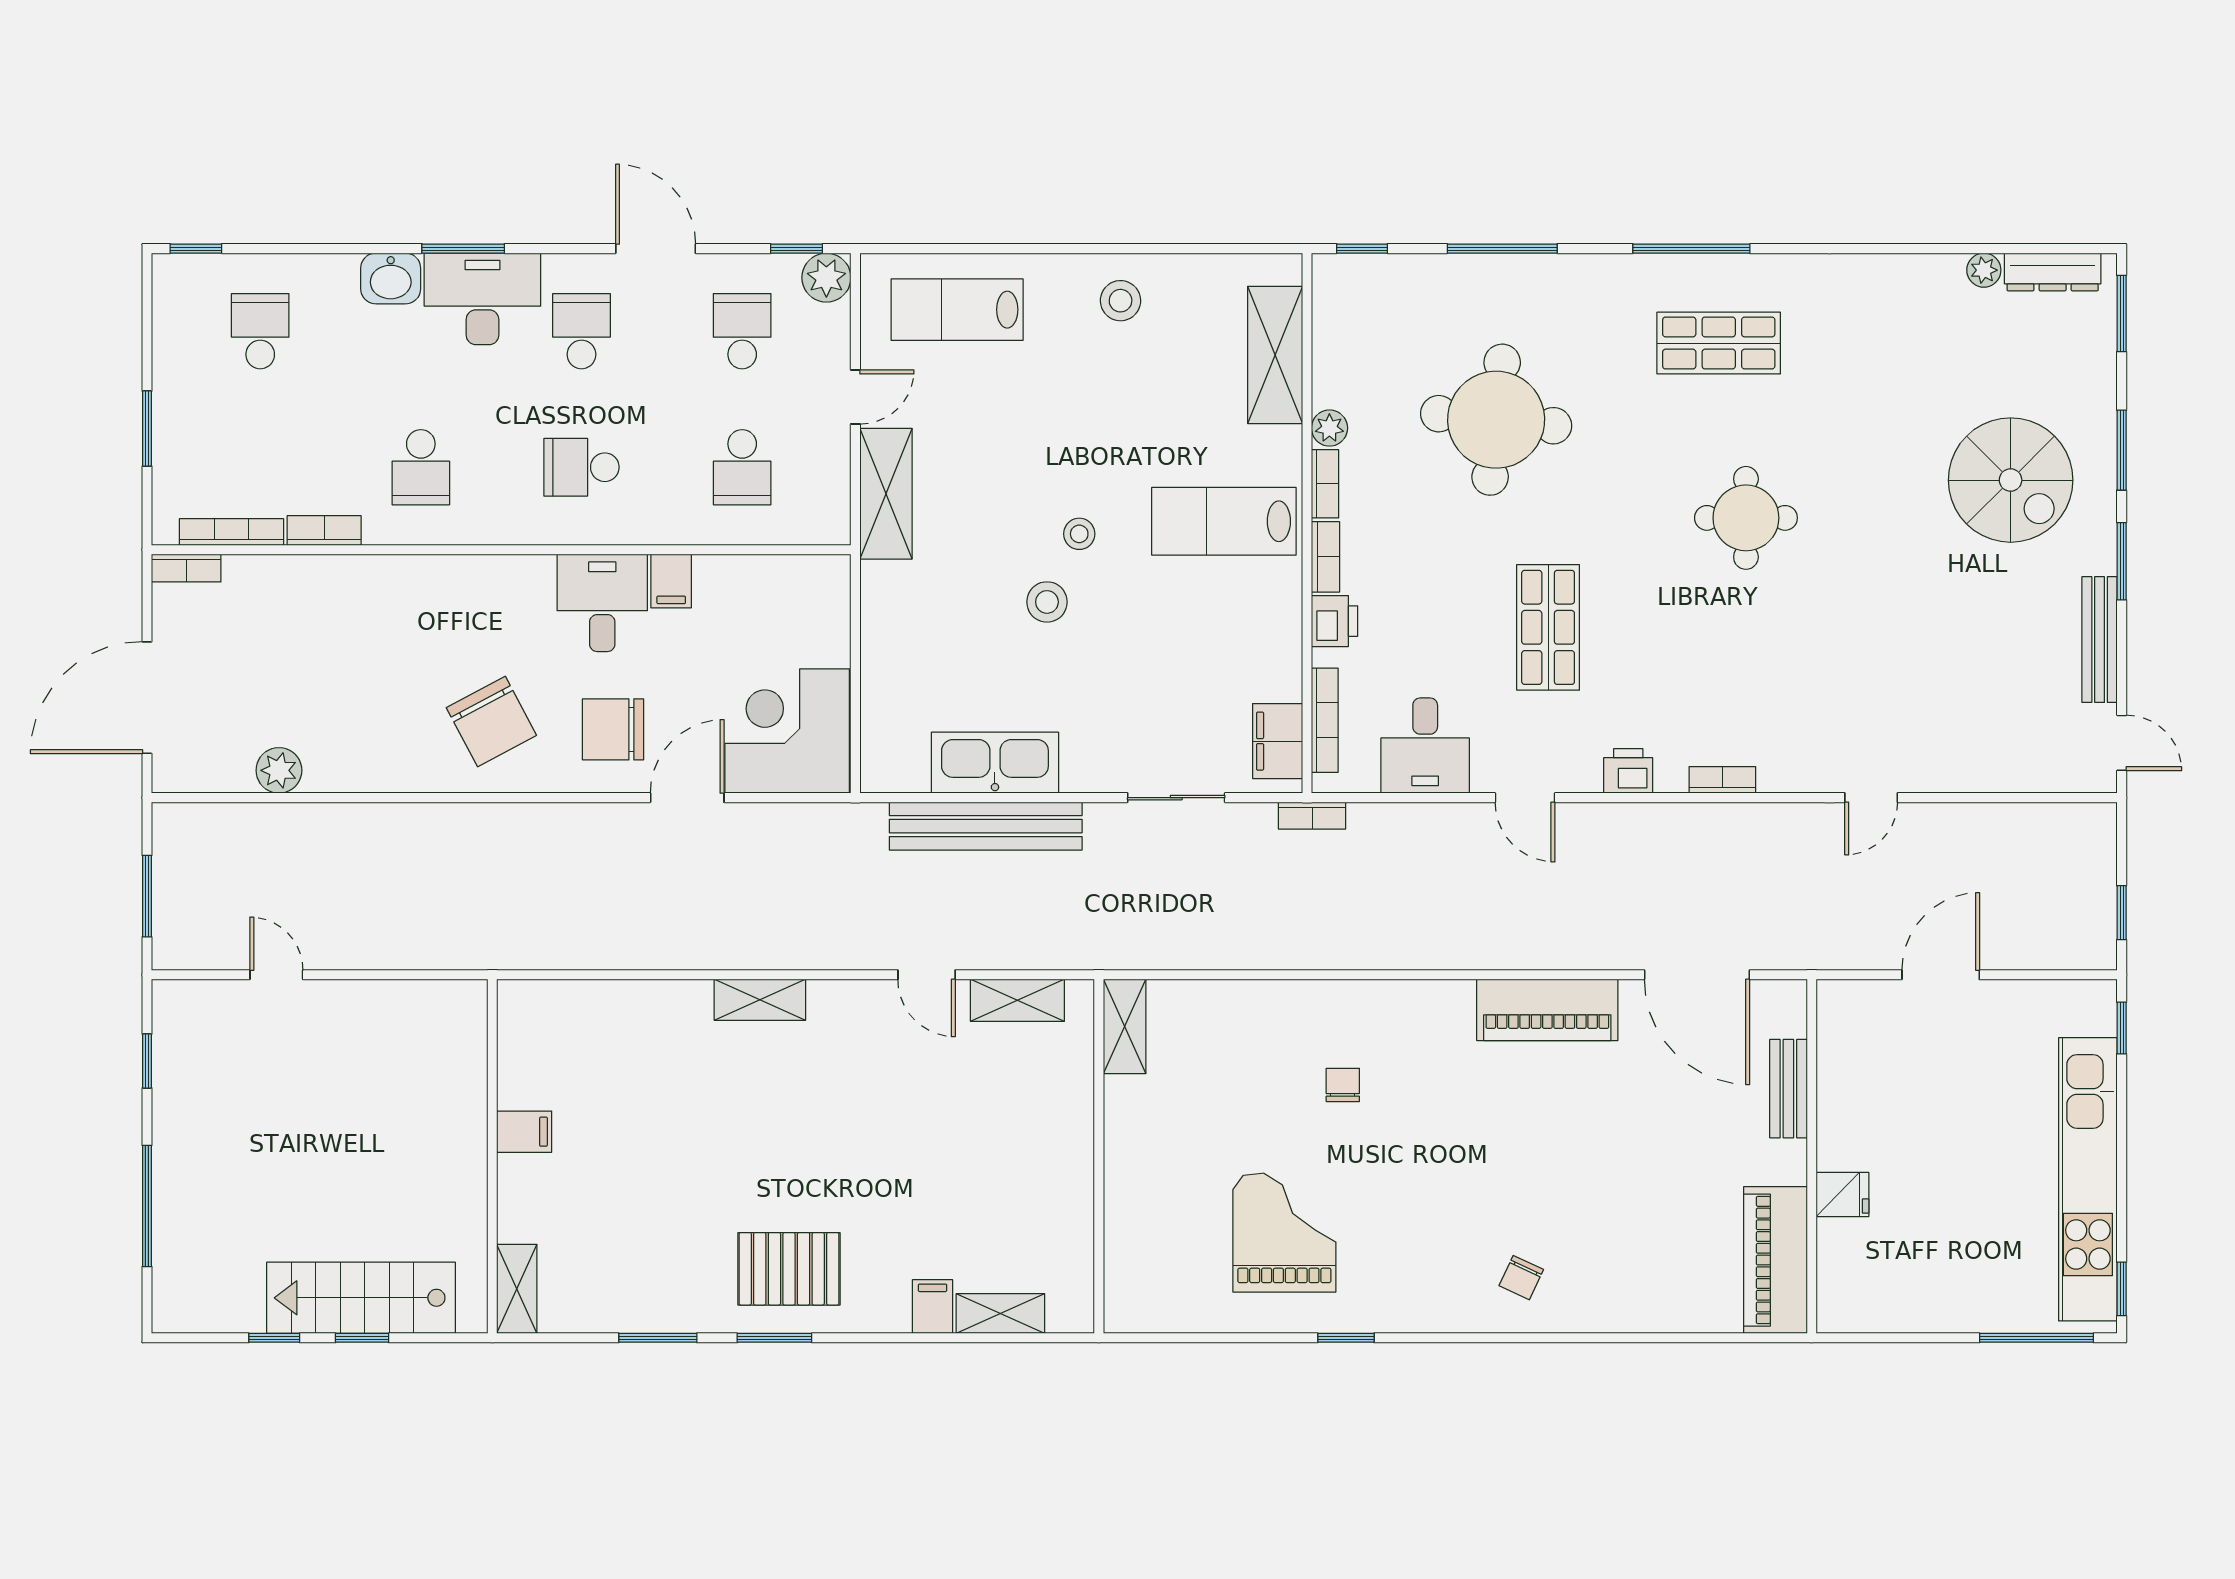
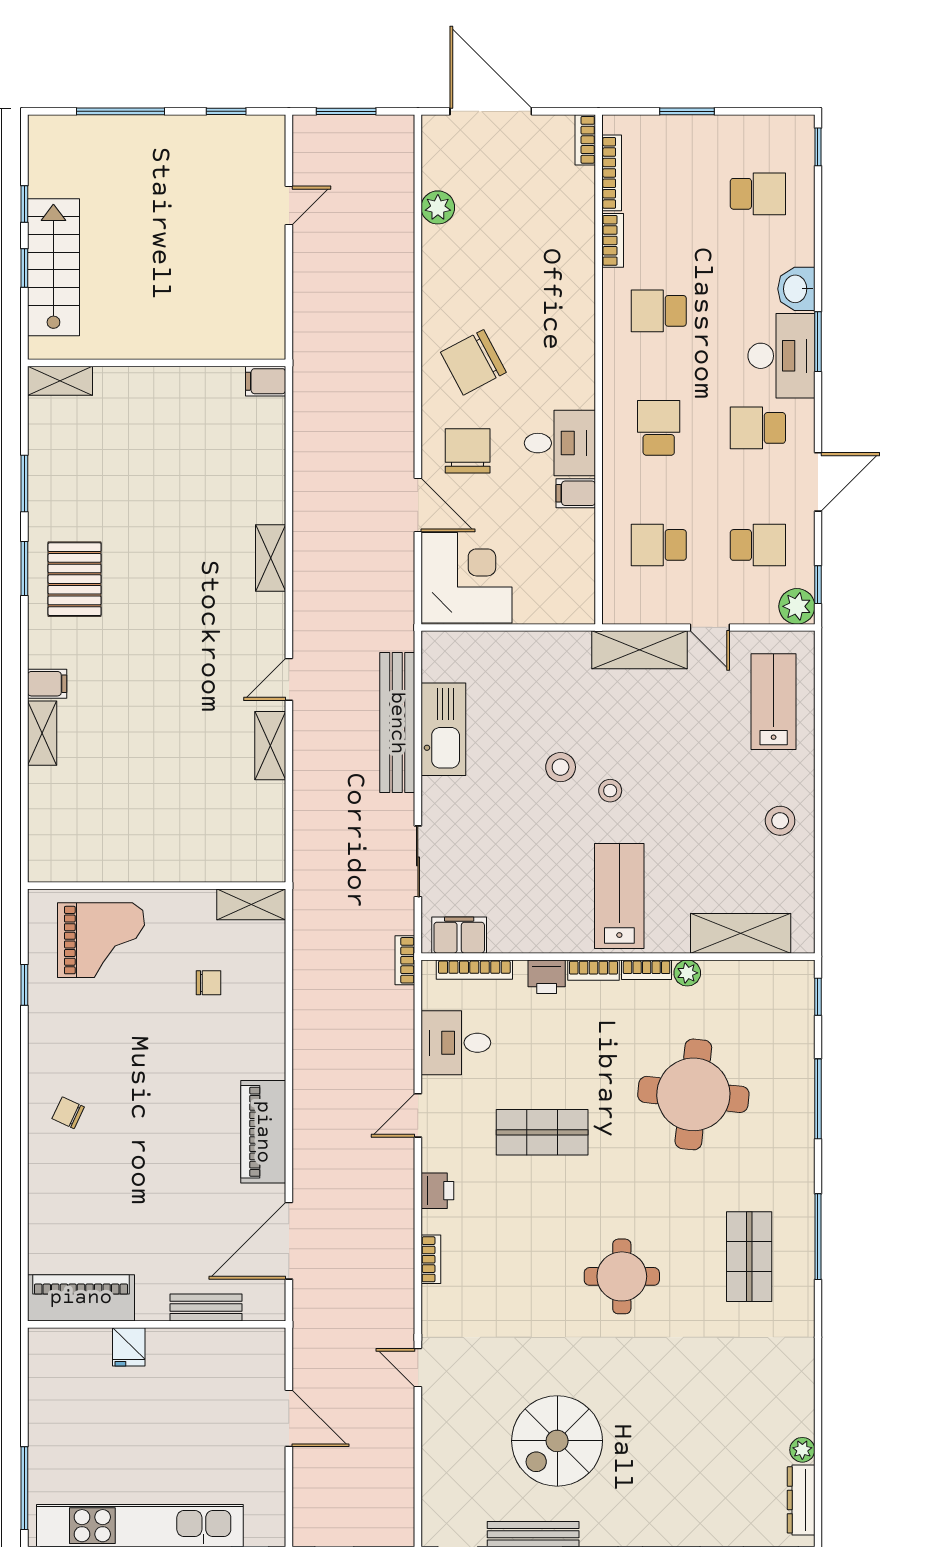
school desk: (581, 331) -> (758, 428), turned 180
spiral stairs: (2011, 480) -> (557, 1441), moved
shelving: (1125, 1026) -> (251, 904), moved
filing cabinet: (524, 1132) -> (266, 381), moved, turned 90
wall: (1099, 1156) -> (157, 886), moved

